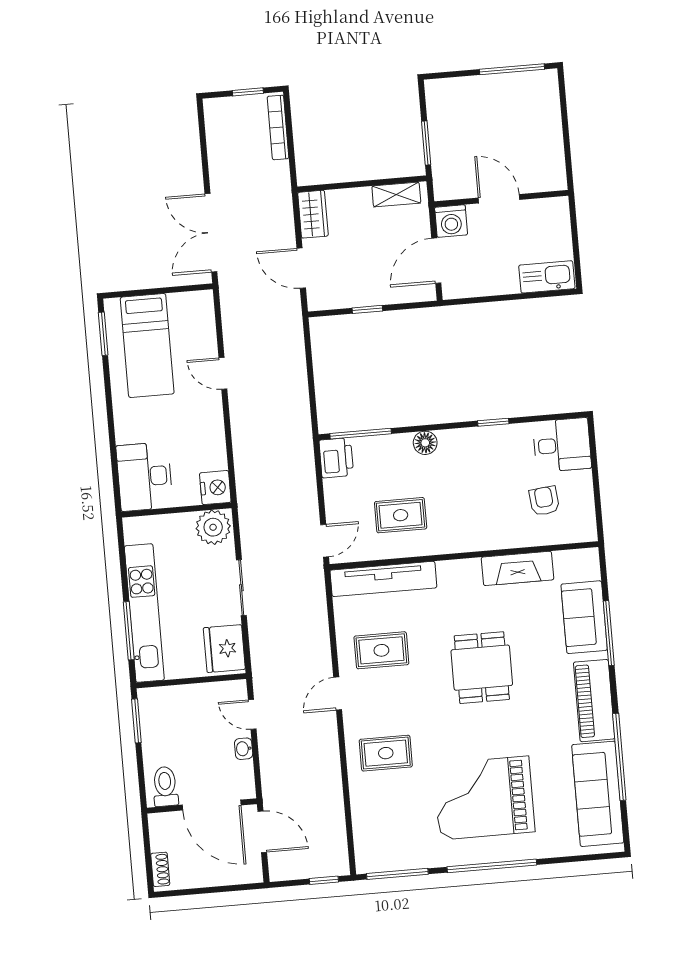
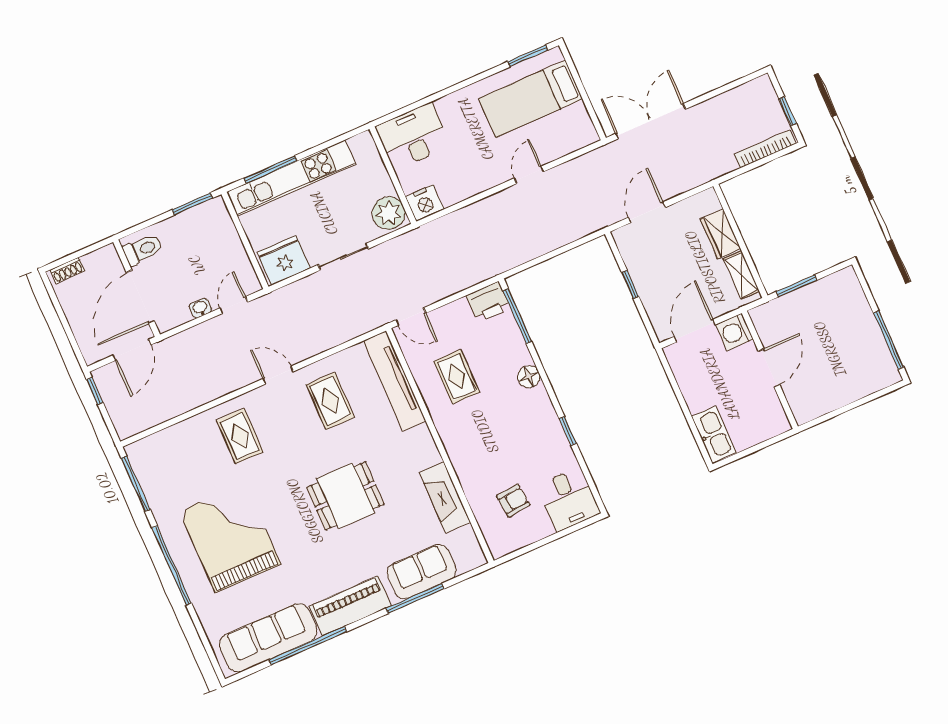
wardrobe: (313, 214) -> (720, 234), moved, turned 90
door: (436, 261) -> (695, 331), hinge flipped
window: (324, 880) -> (95, 391), moved

